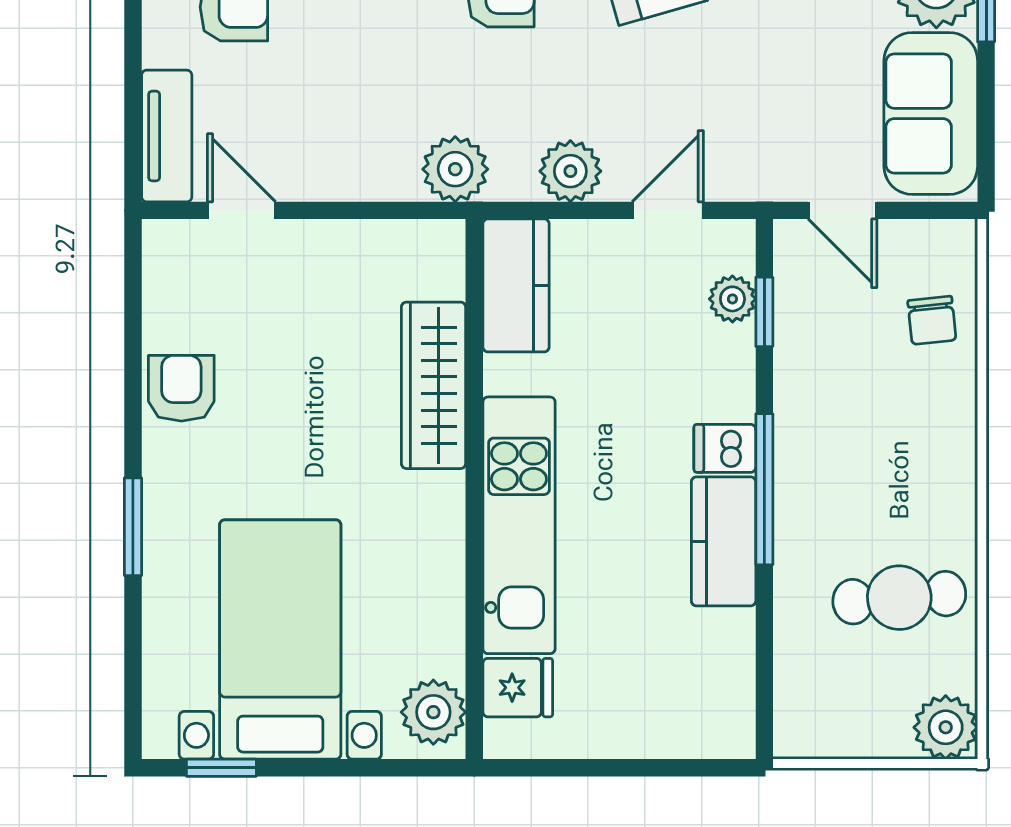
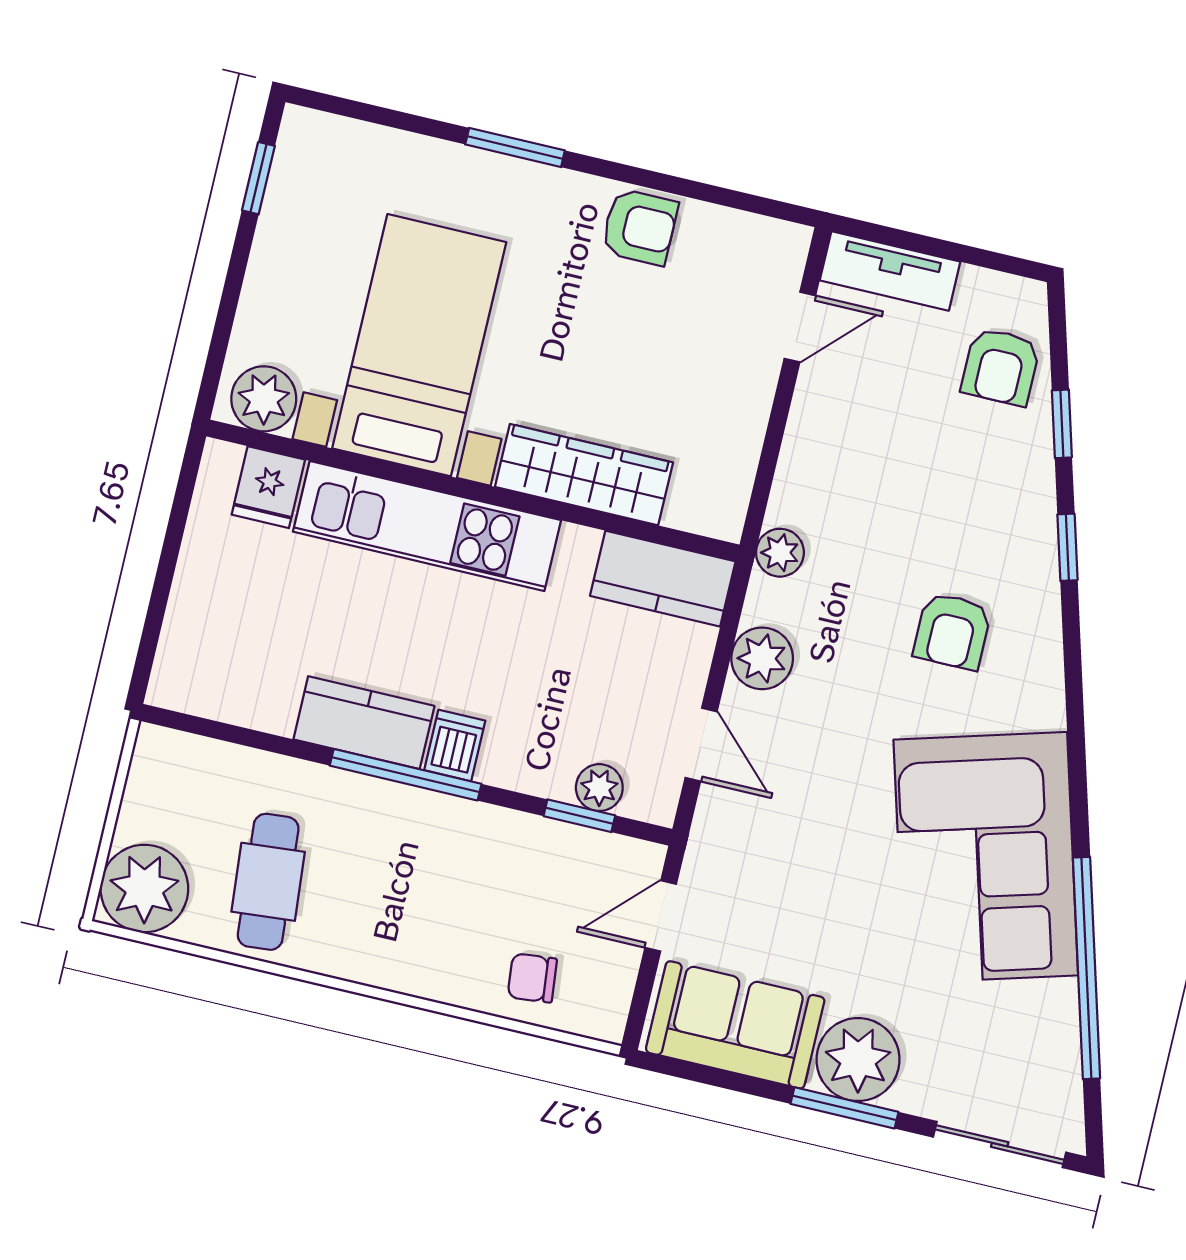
plant: (455, 169) -> (780, 553), width x0.73, depth x0.73
bed with nightstands: (280, 640) -> (419, 345), moved, turned -90
plant: (946, 727) -> (144, 889), width x1.36, depth x1.36

